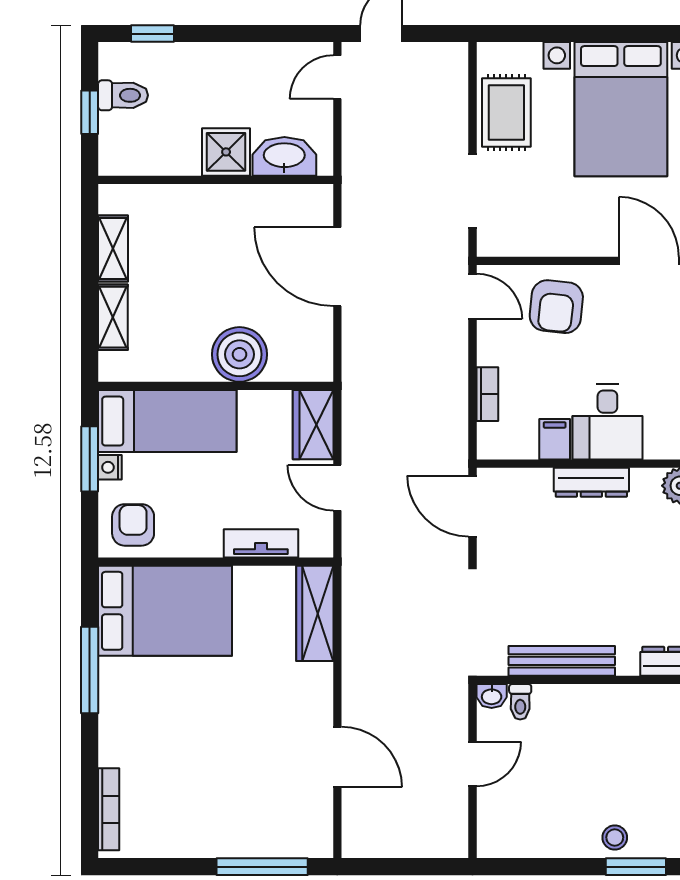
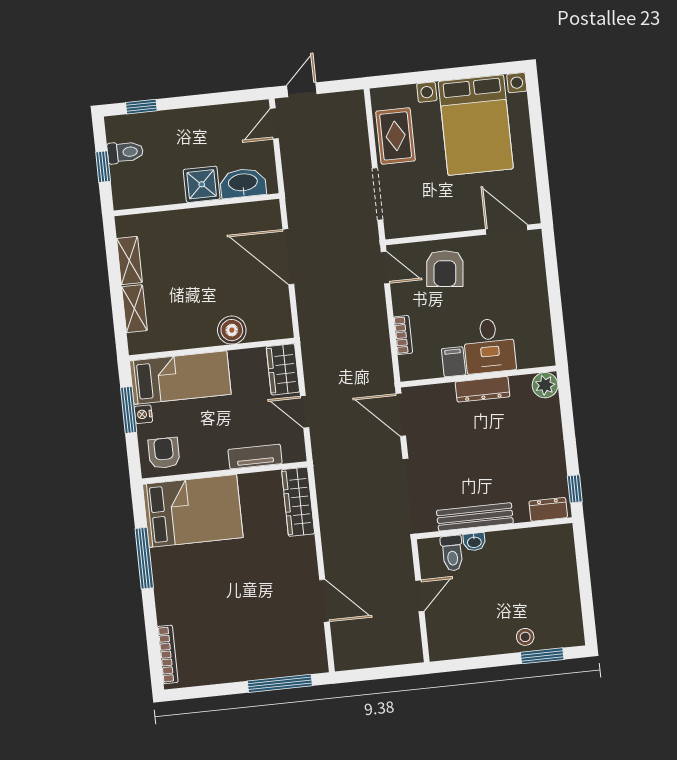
boiler: (239, 354) -> (232, 330), width x0.73, depth x0.73
washbasin: (492, 696) -> (474, 542), moved
toilet: (520, 702) -> (452, 553), width x1.37, depth x1.39

